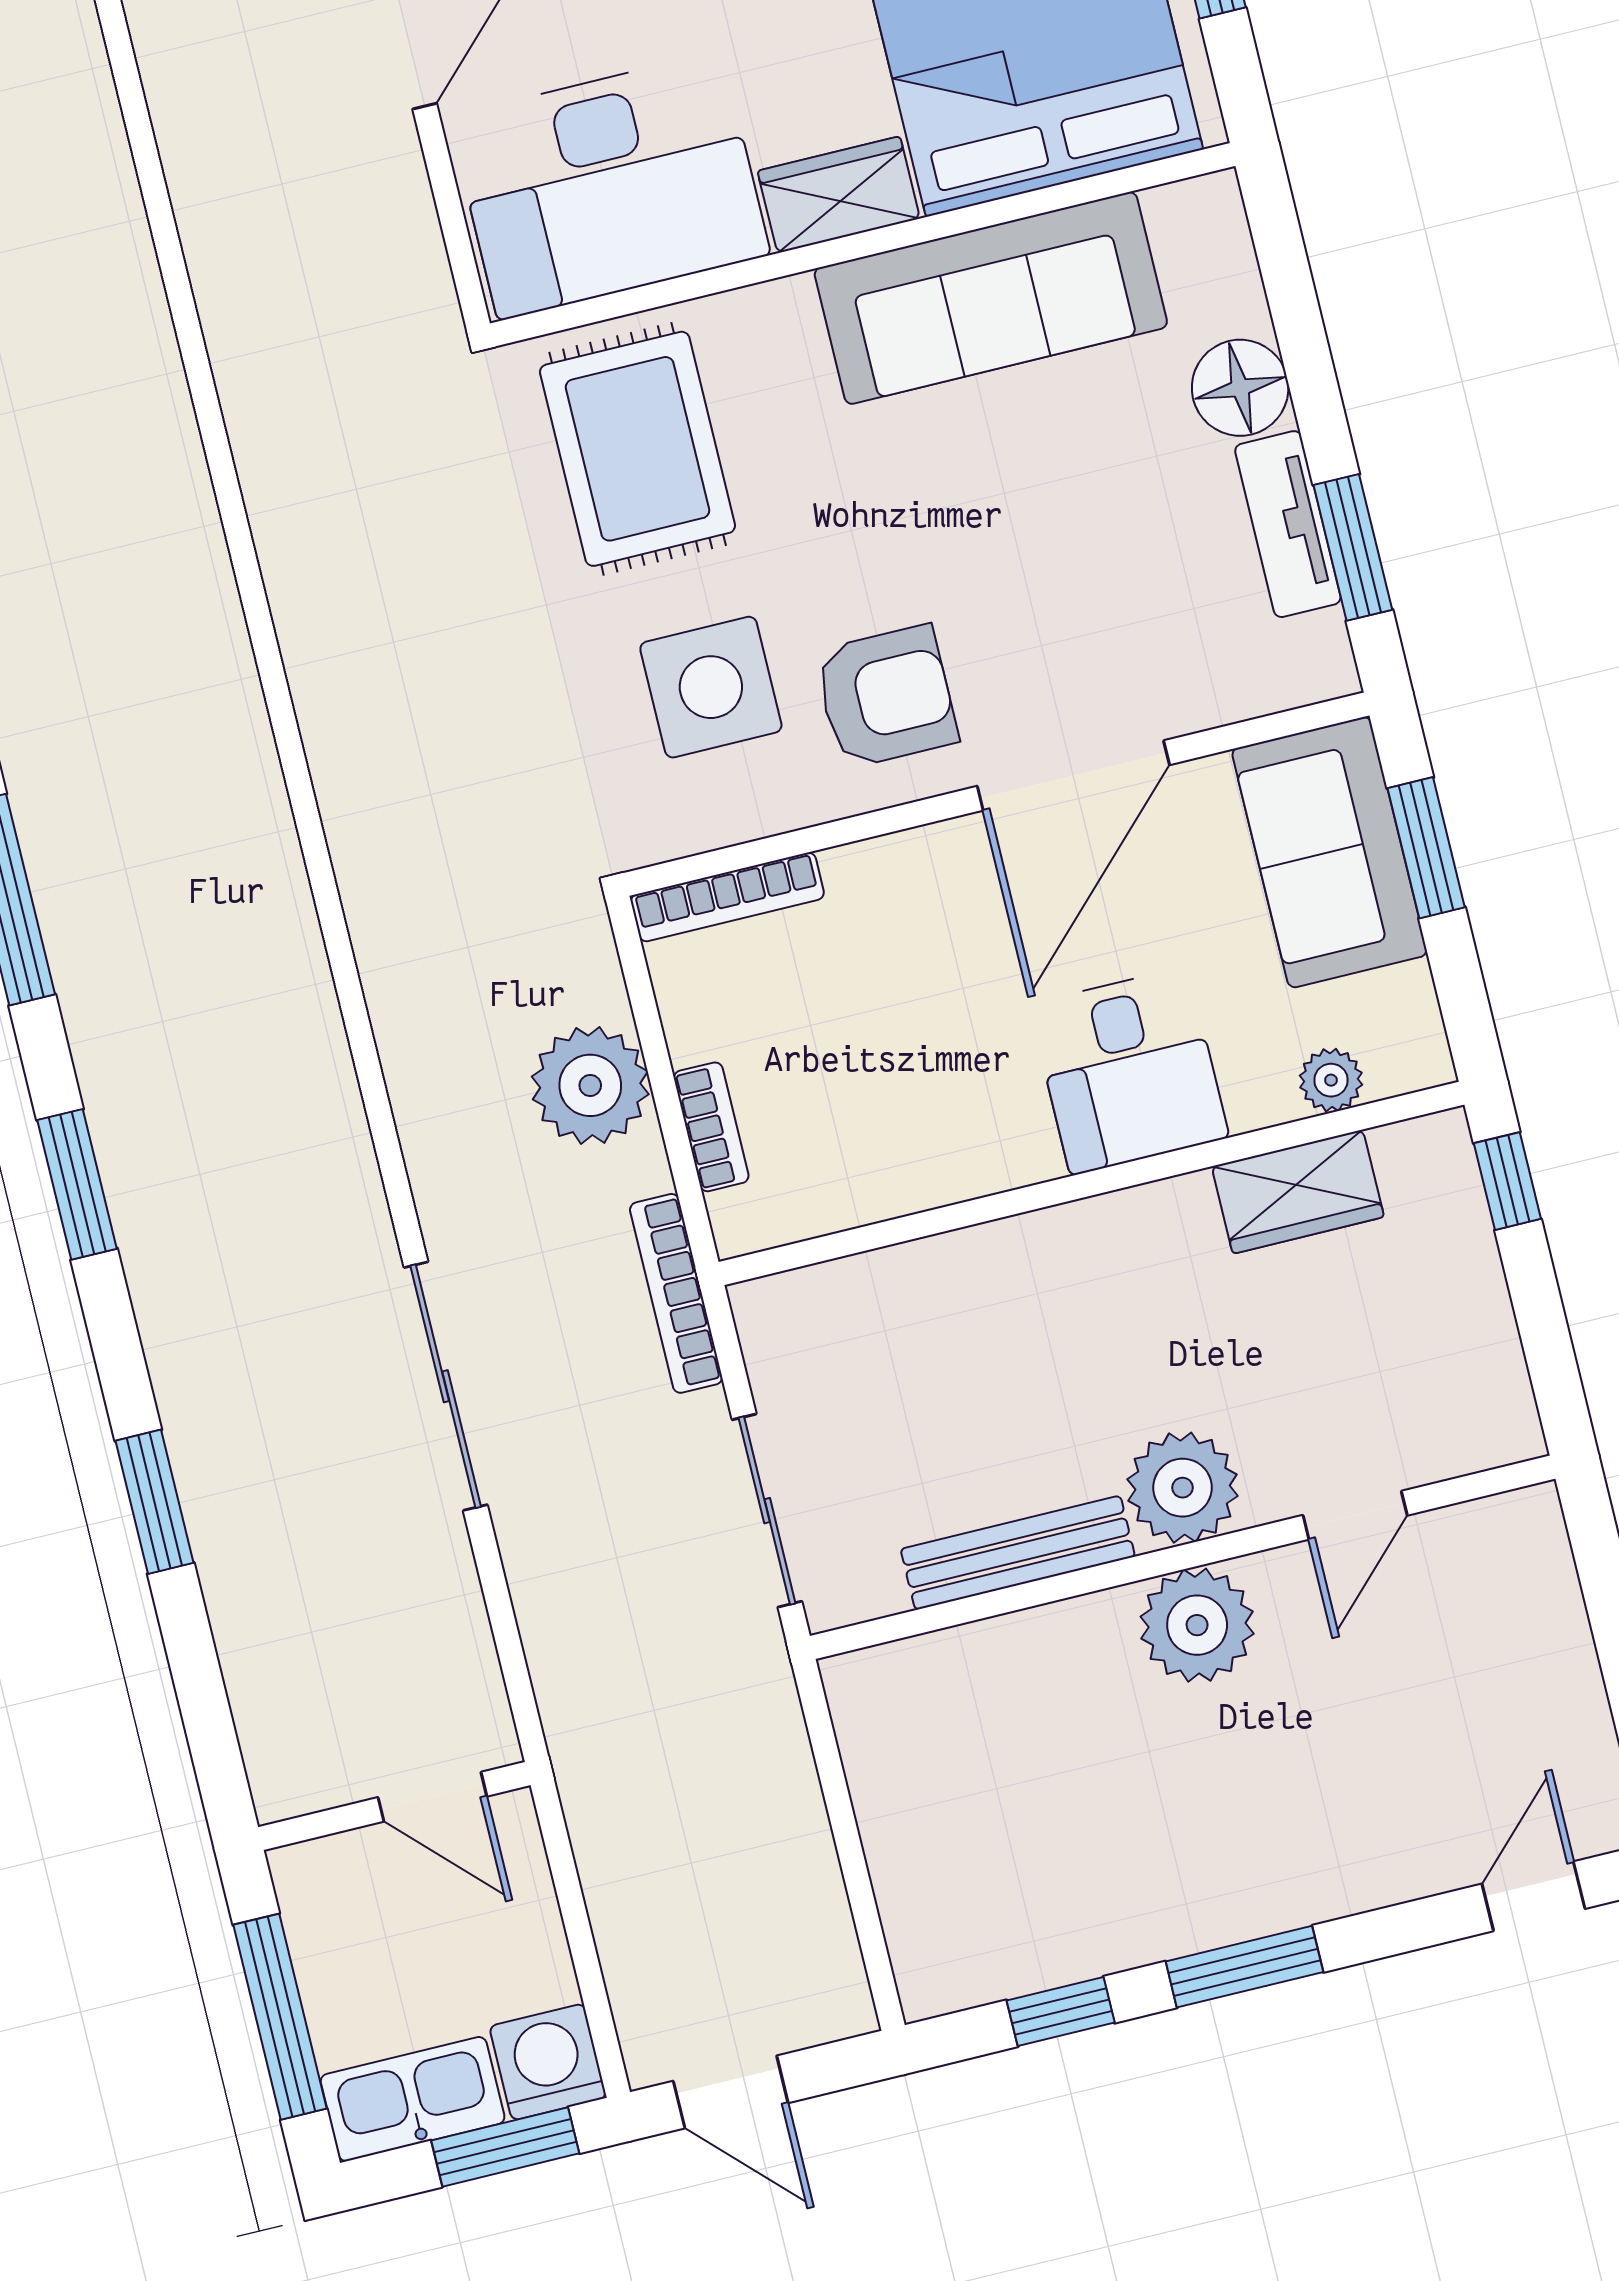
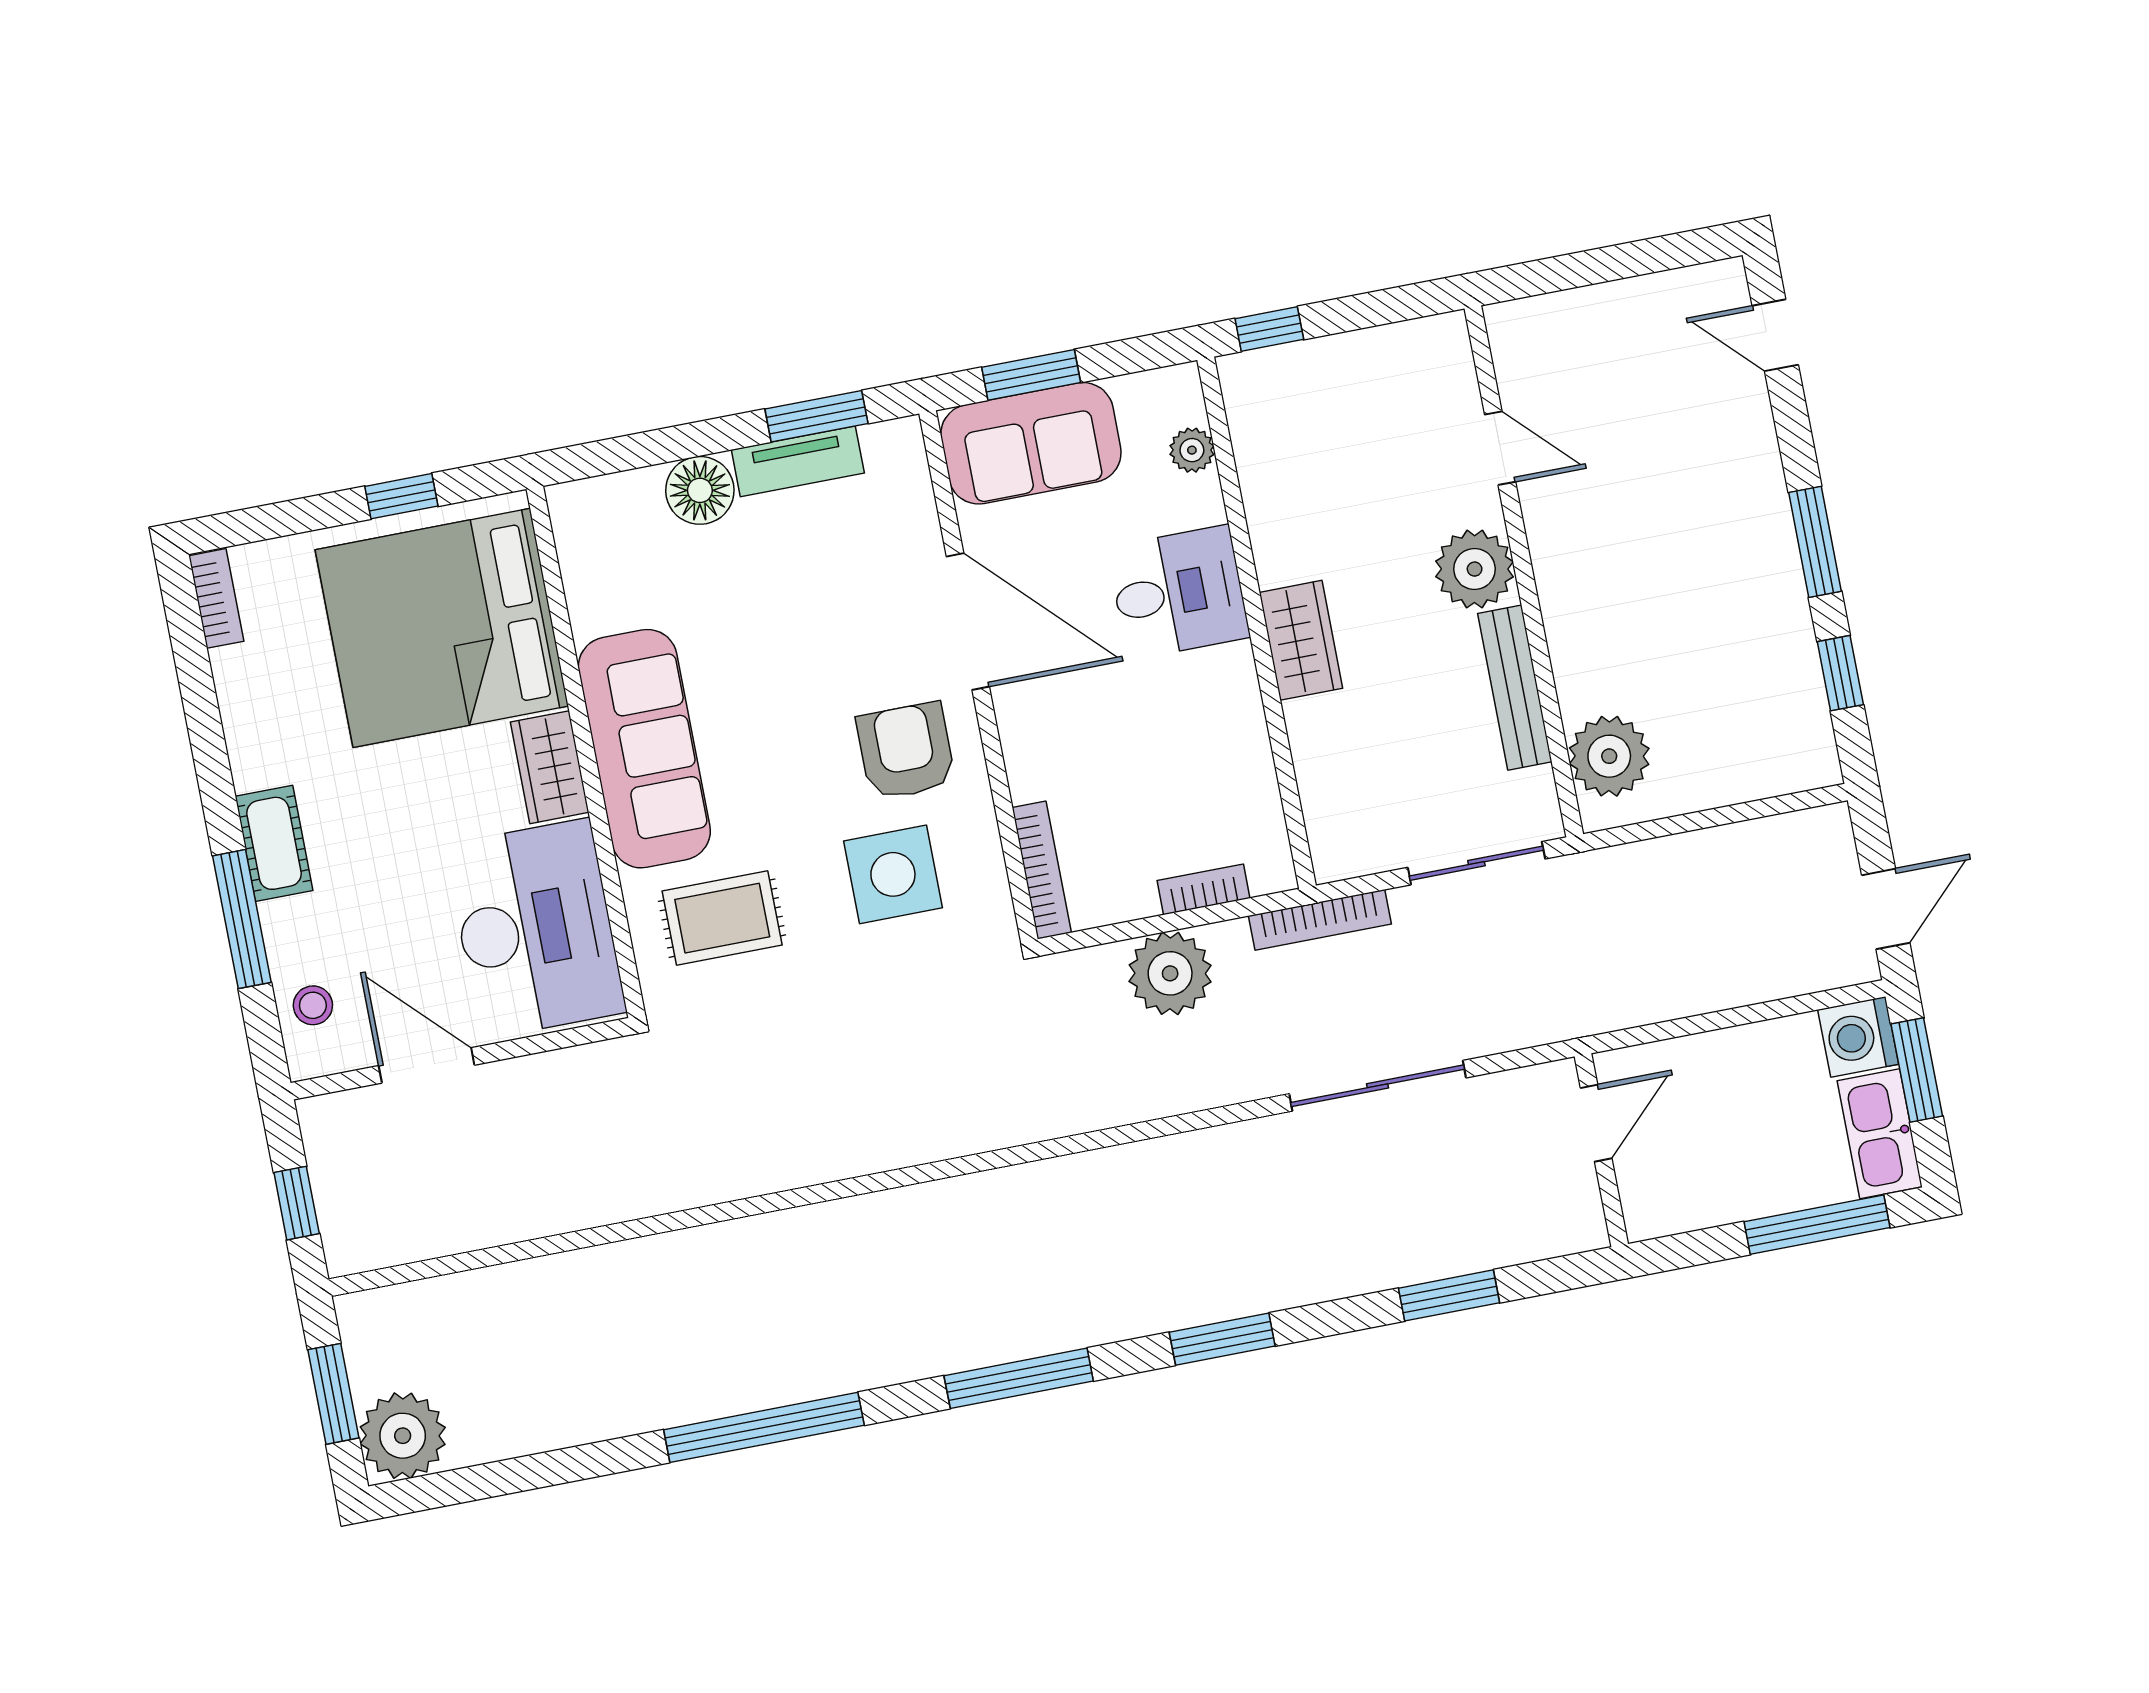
sofa: (991, 298) -> (644, 749), moved
rug: (637, 449) -> (722, 918), width x0.73, depth x0.70
wardrobe: (1298, 1192) -> (1301, 640), moved
plant: (1197, 1625) -> (1609, 756), moved
door: (432, 1797) -> (1596, 1123), moved
wall: (394, 1806) -> (1601, 1150), moved

